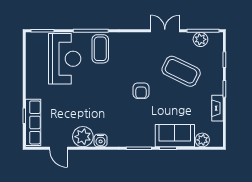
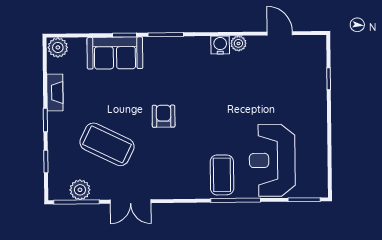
row of seats: (33, 122) -> (316, 70), removed
plant: (83, 137) -> (238, 43), width x0.53, depth x0.53
plant: (202, 140) -> (58, 47), moved

